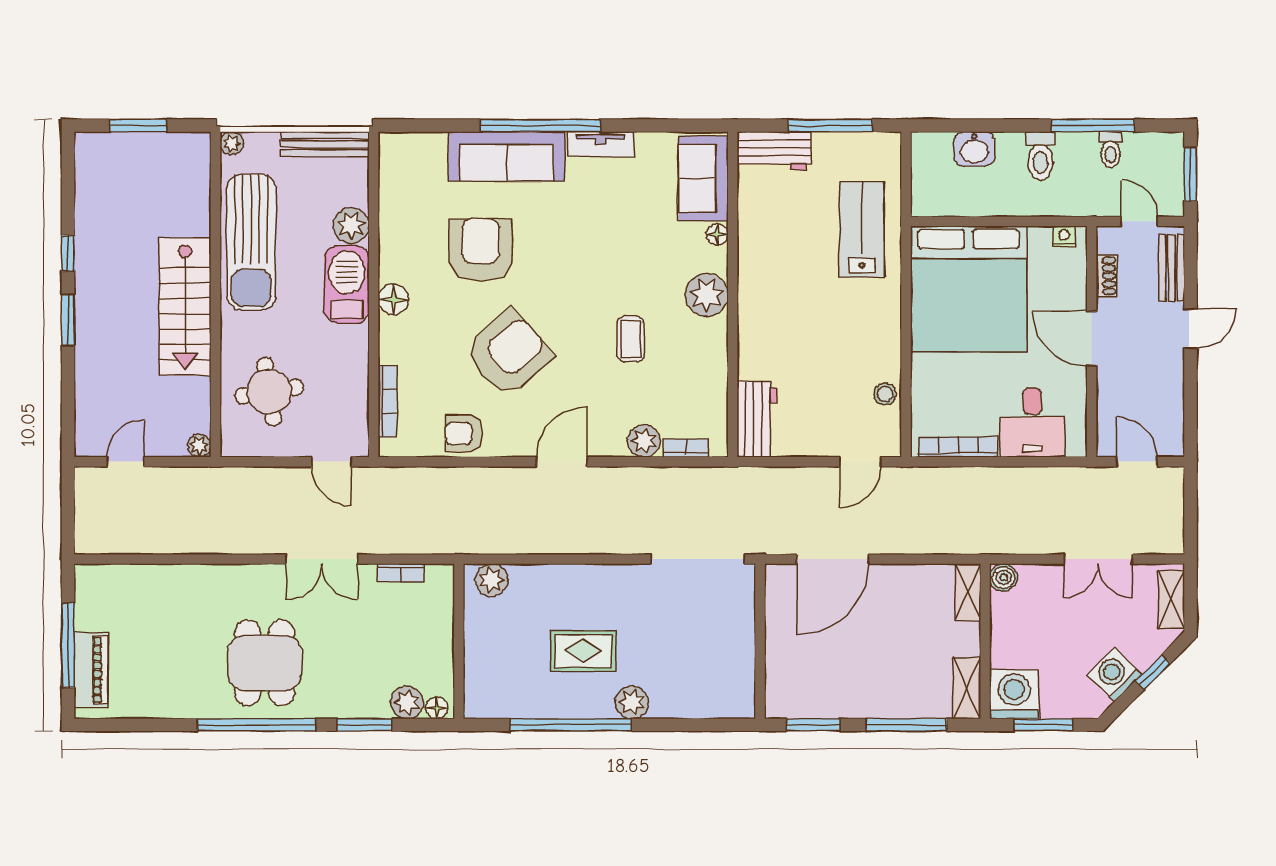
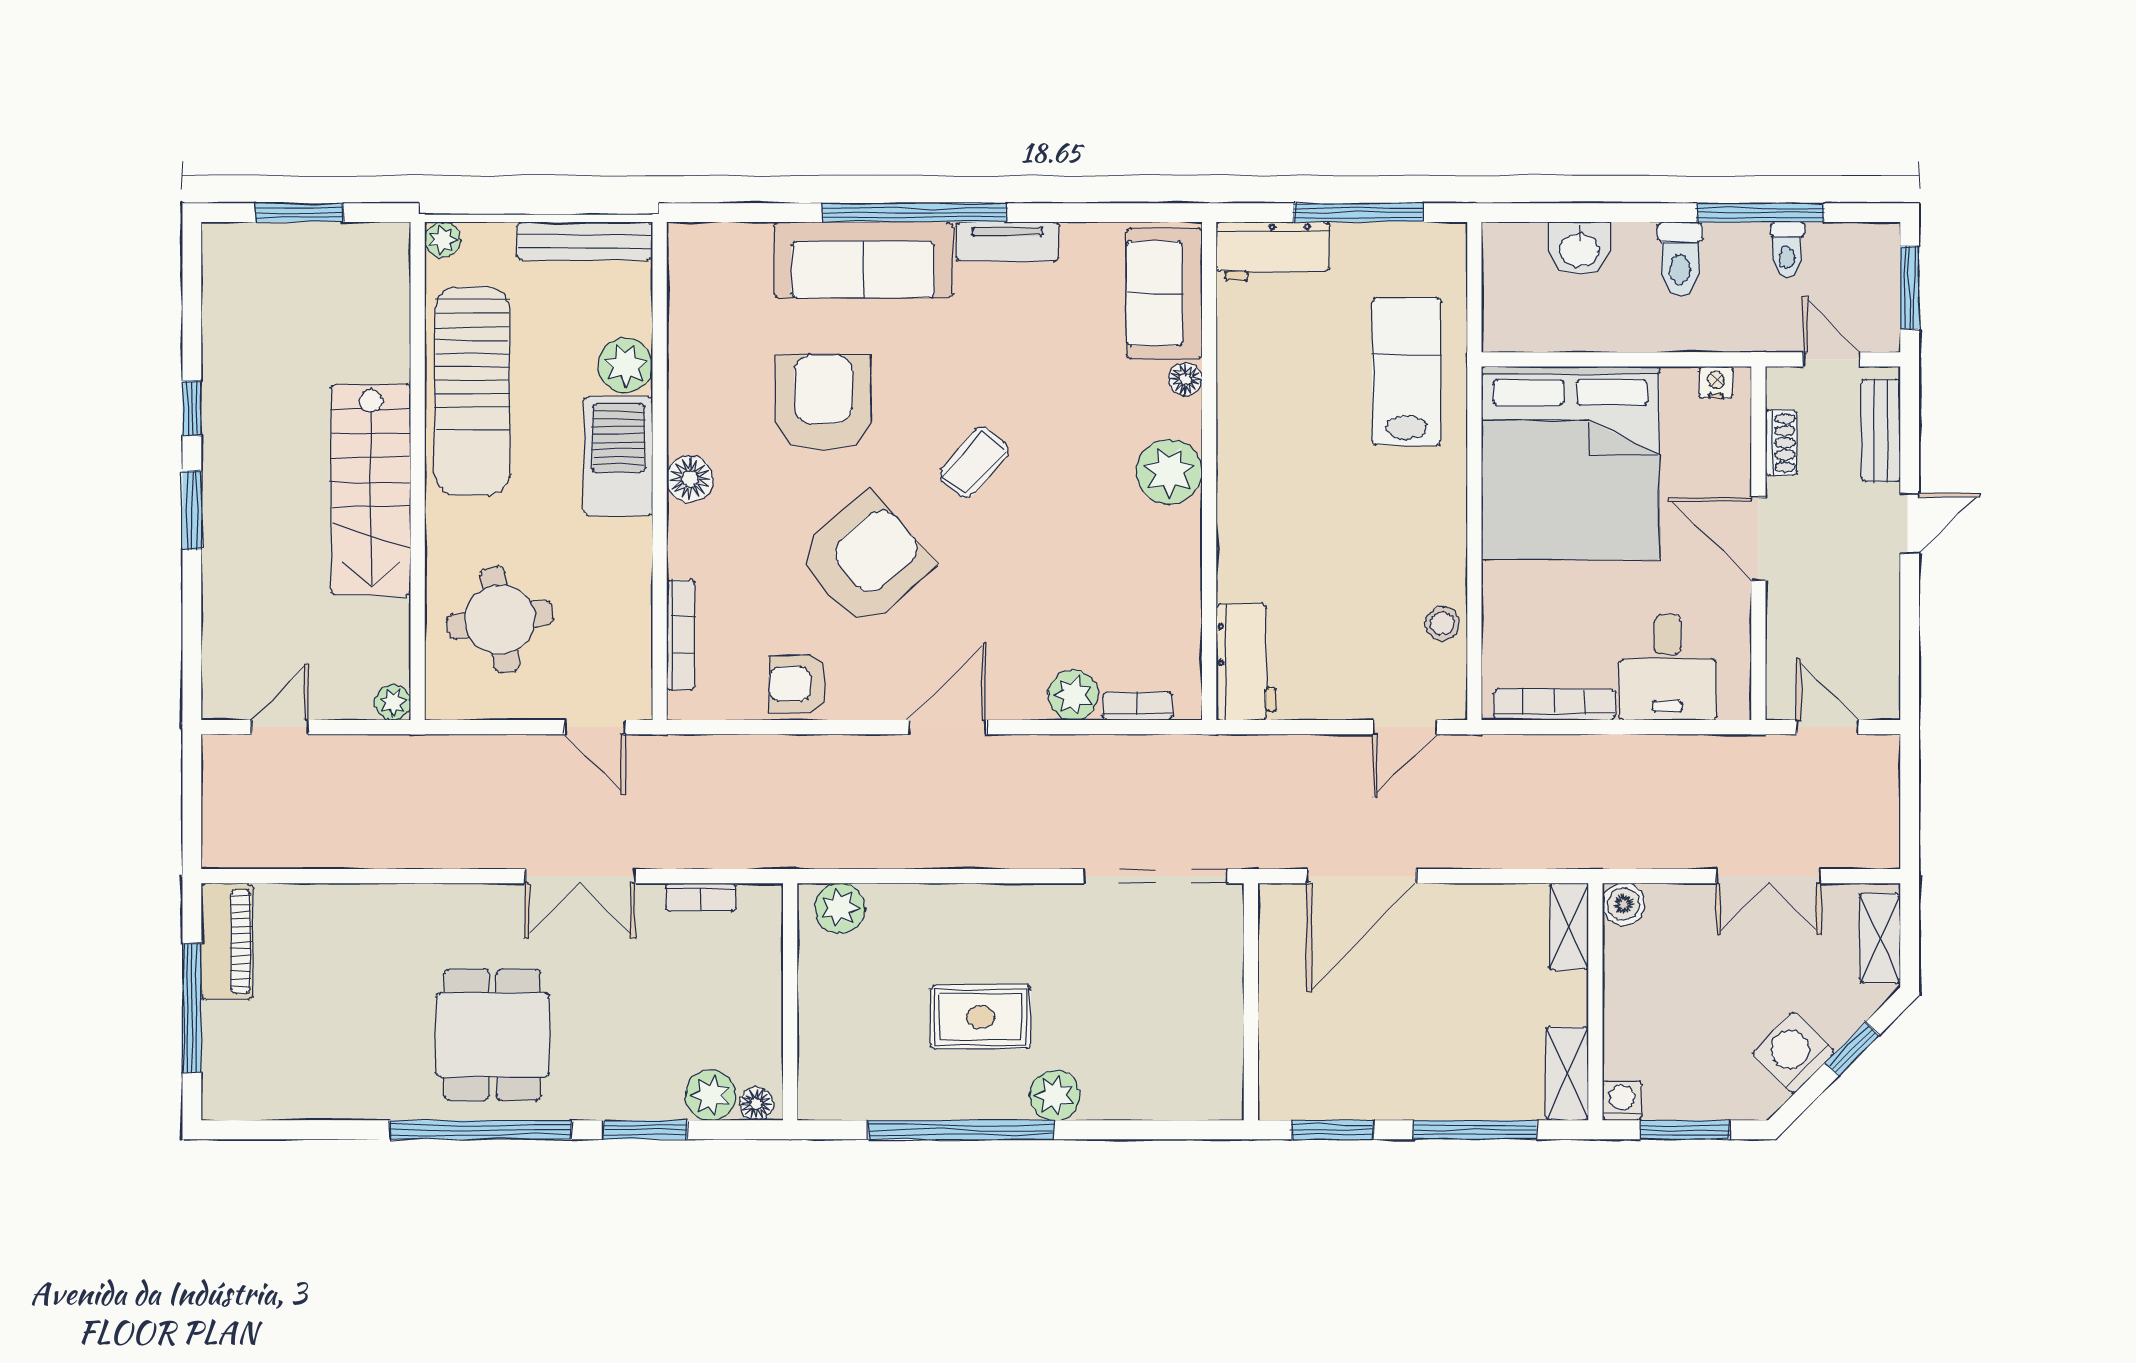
coffee table: (631, 339) -> (974, 462), moved, turned 41
piano: (91, 670) -> (227, 942), moved
washing machine: (1014, 694) -> (1622, 1101), width x0.53, depth x0.53

